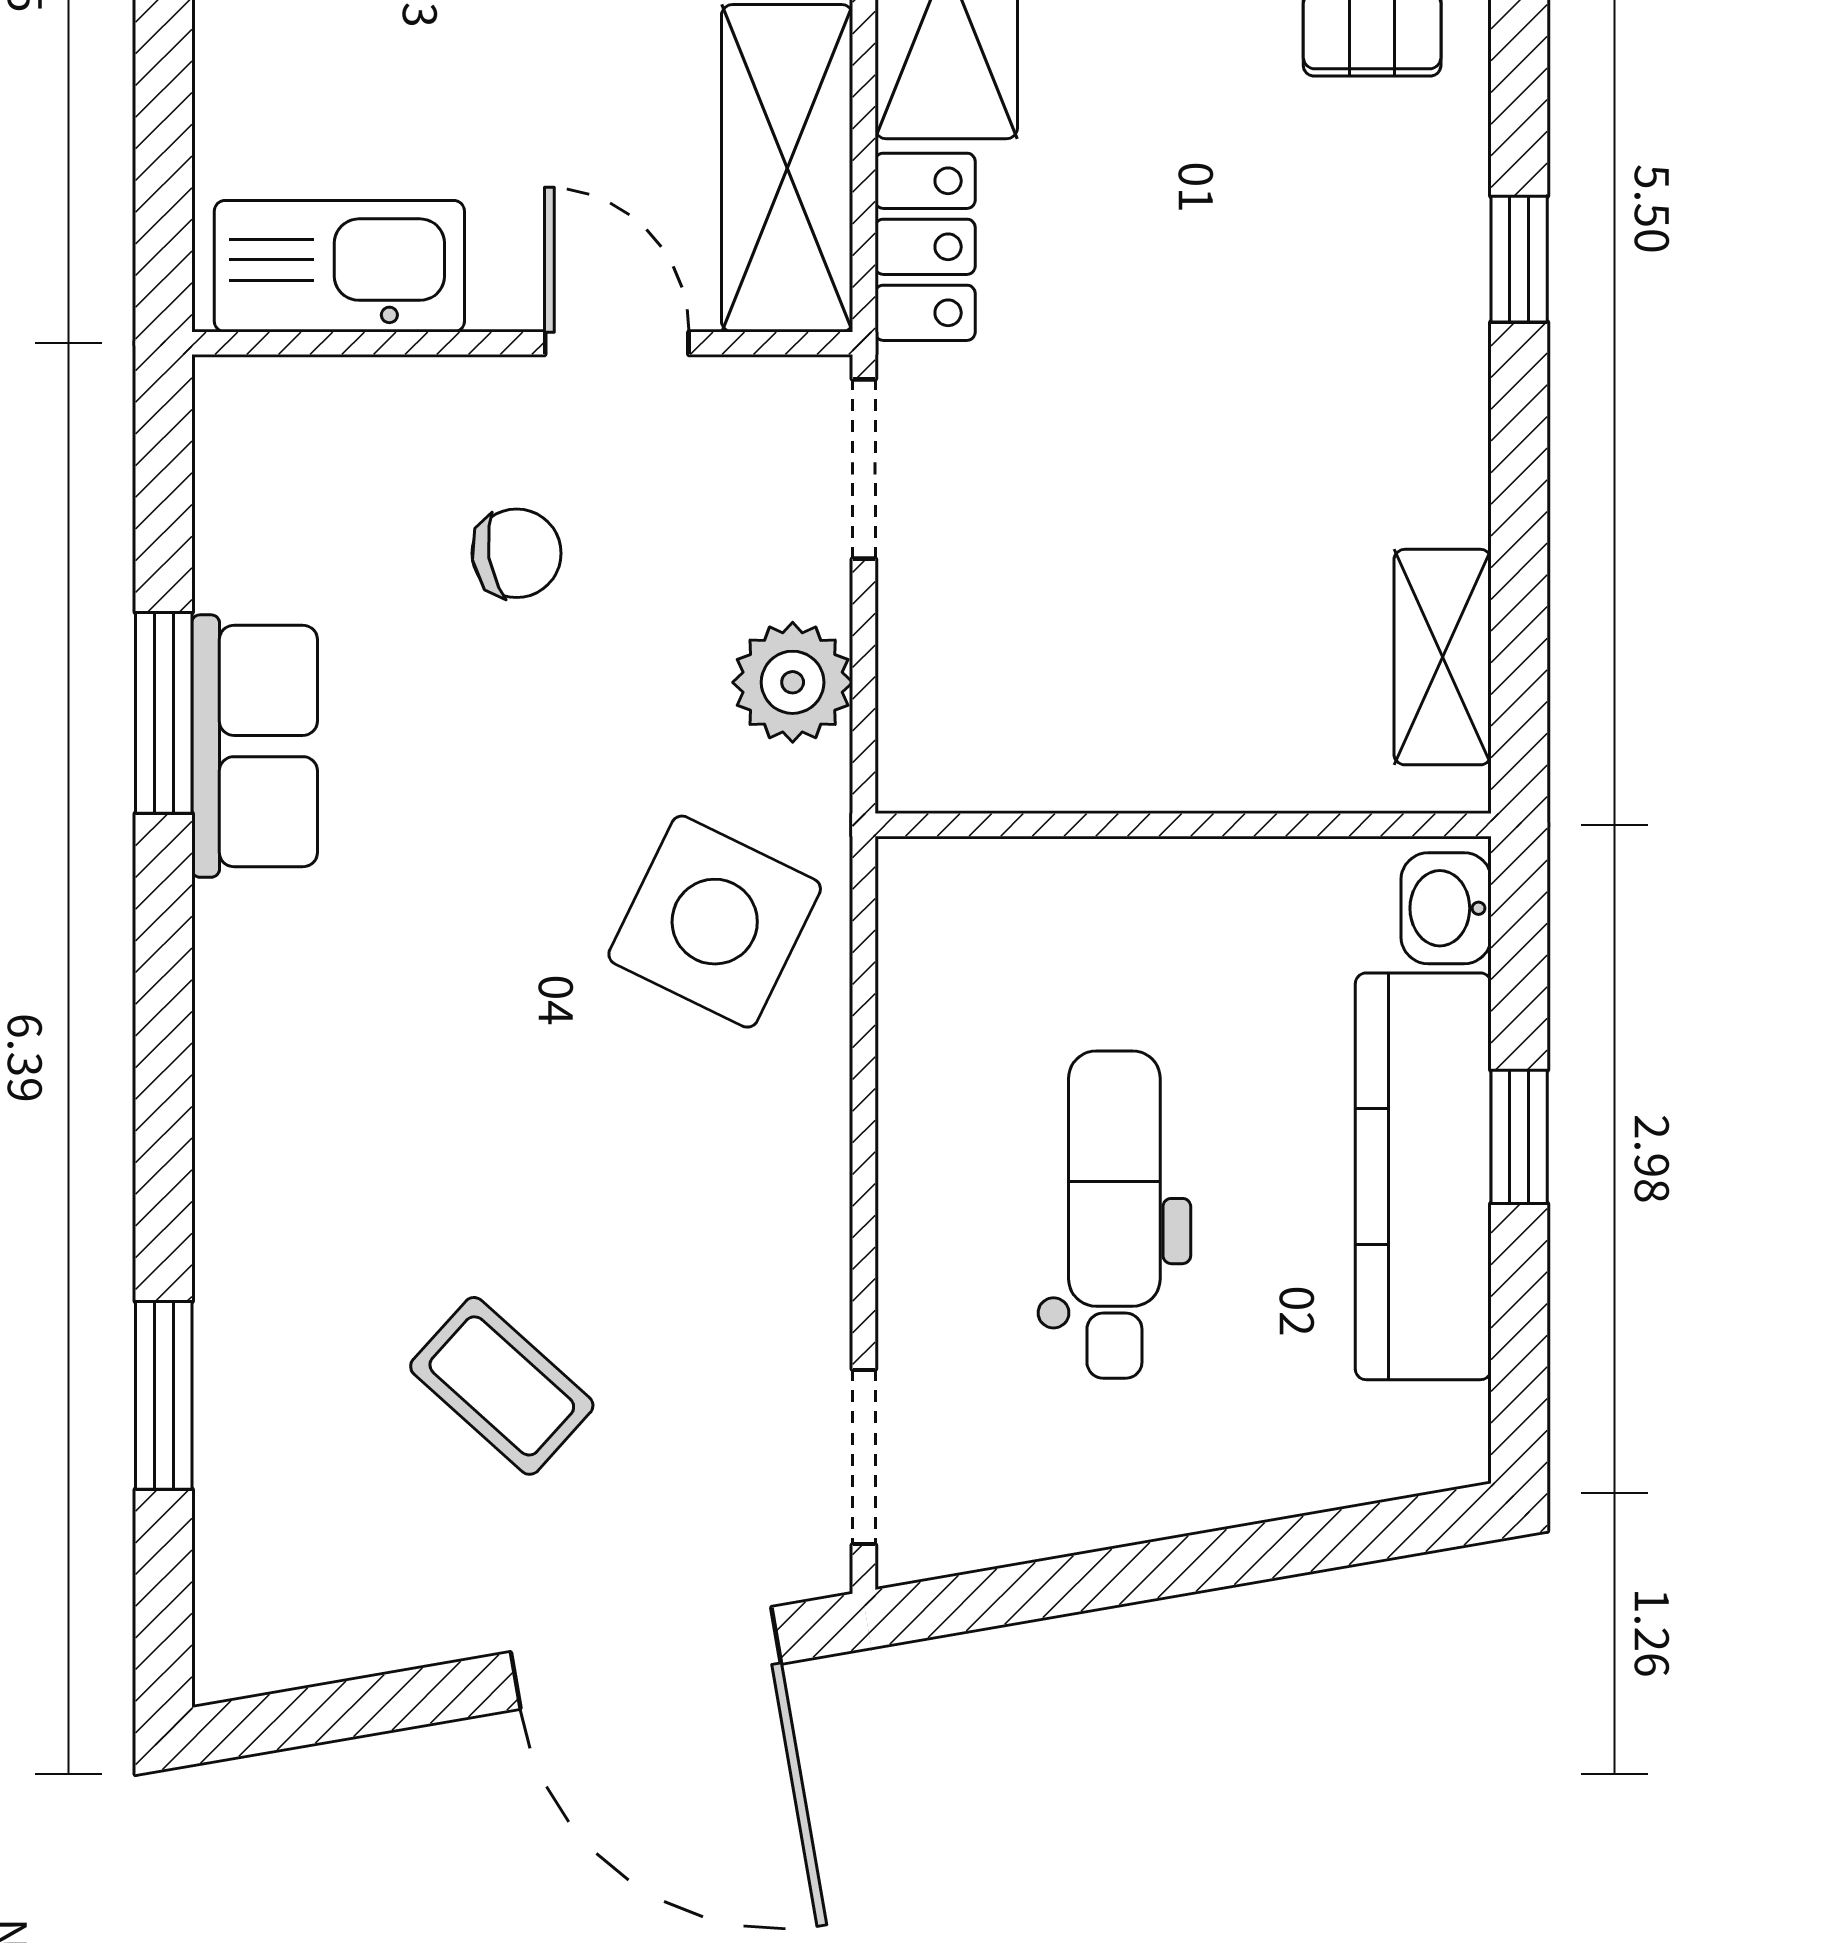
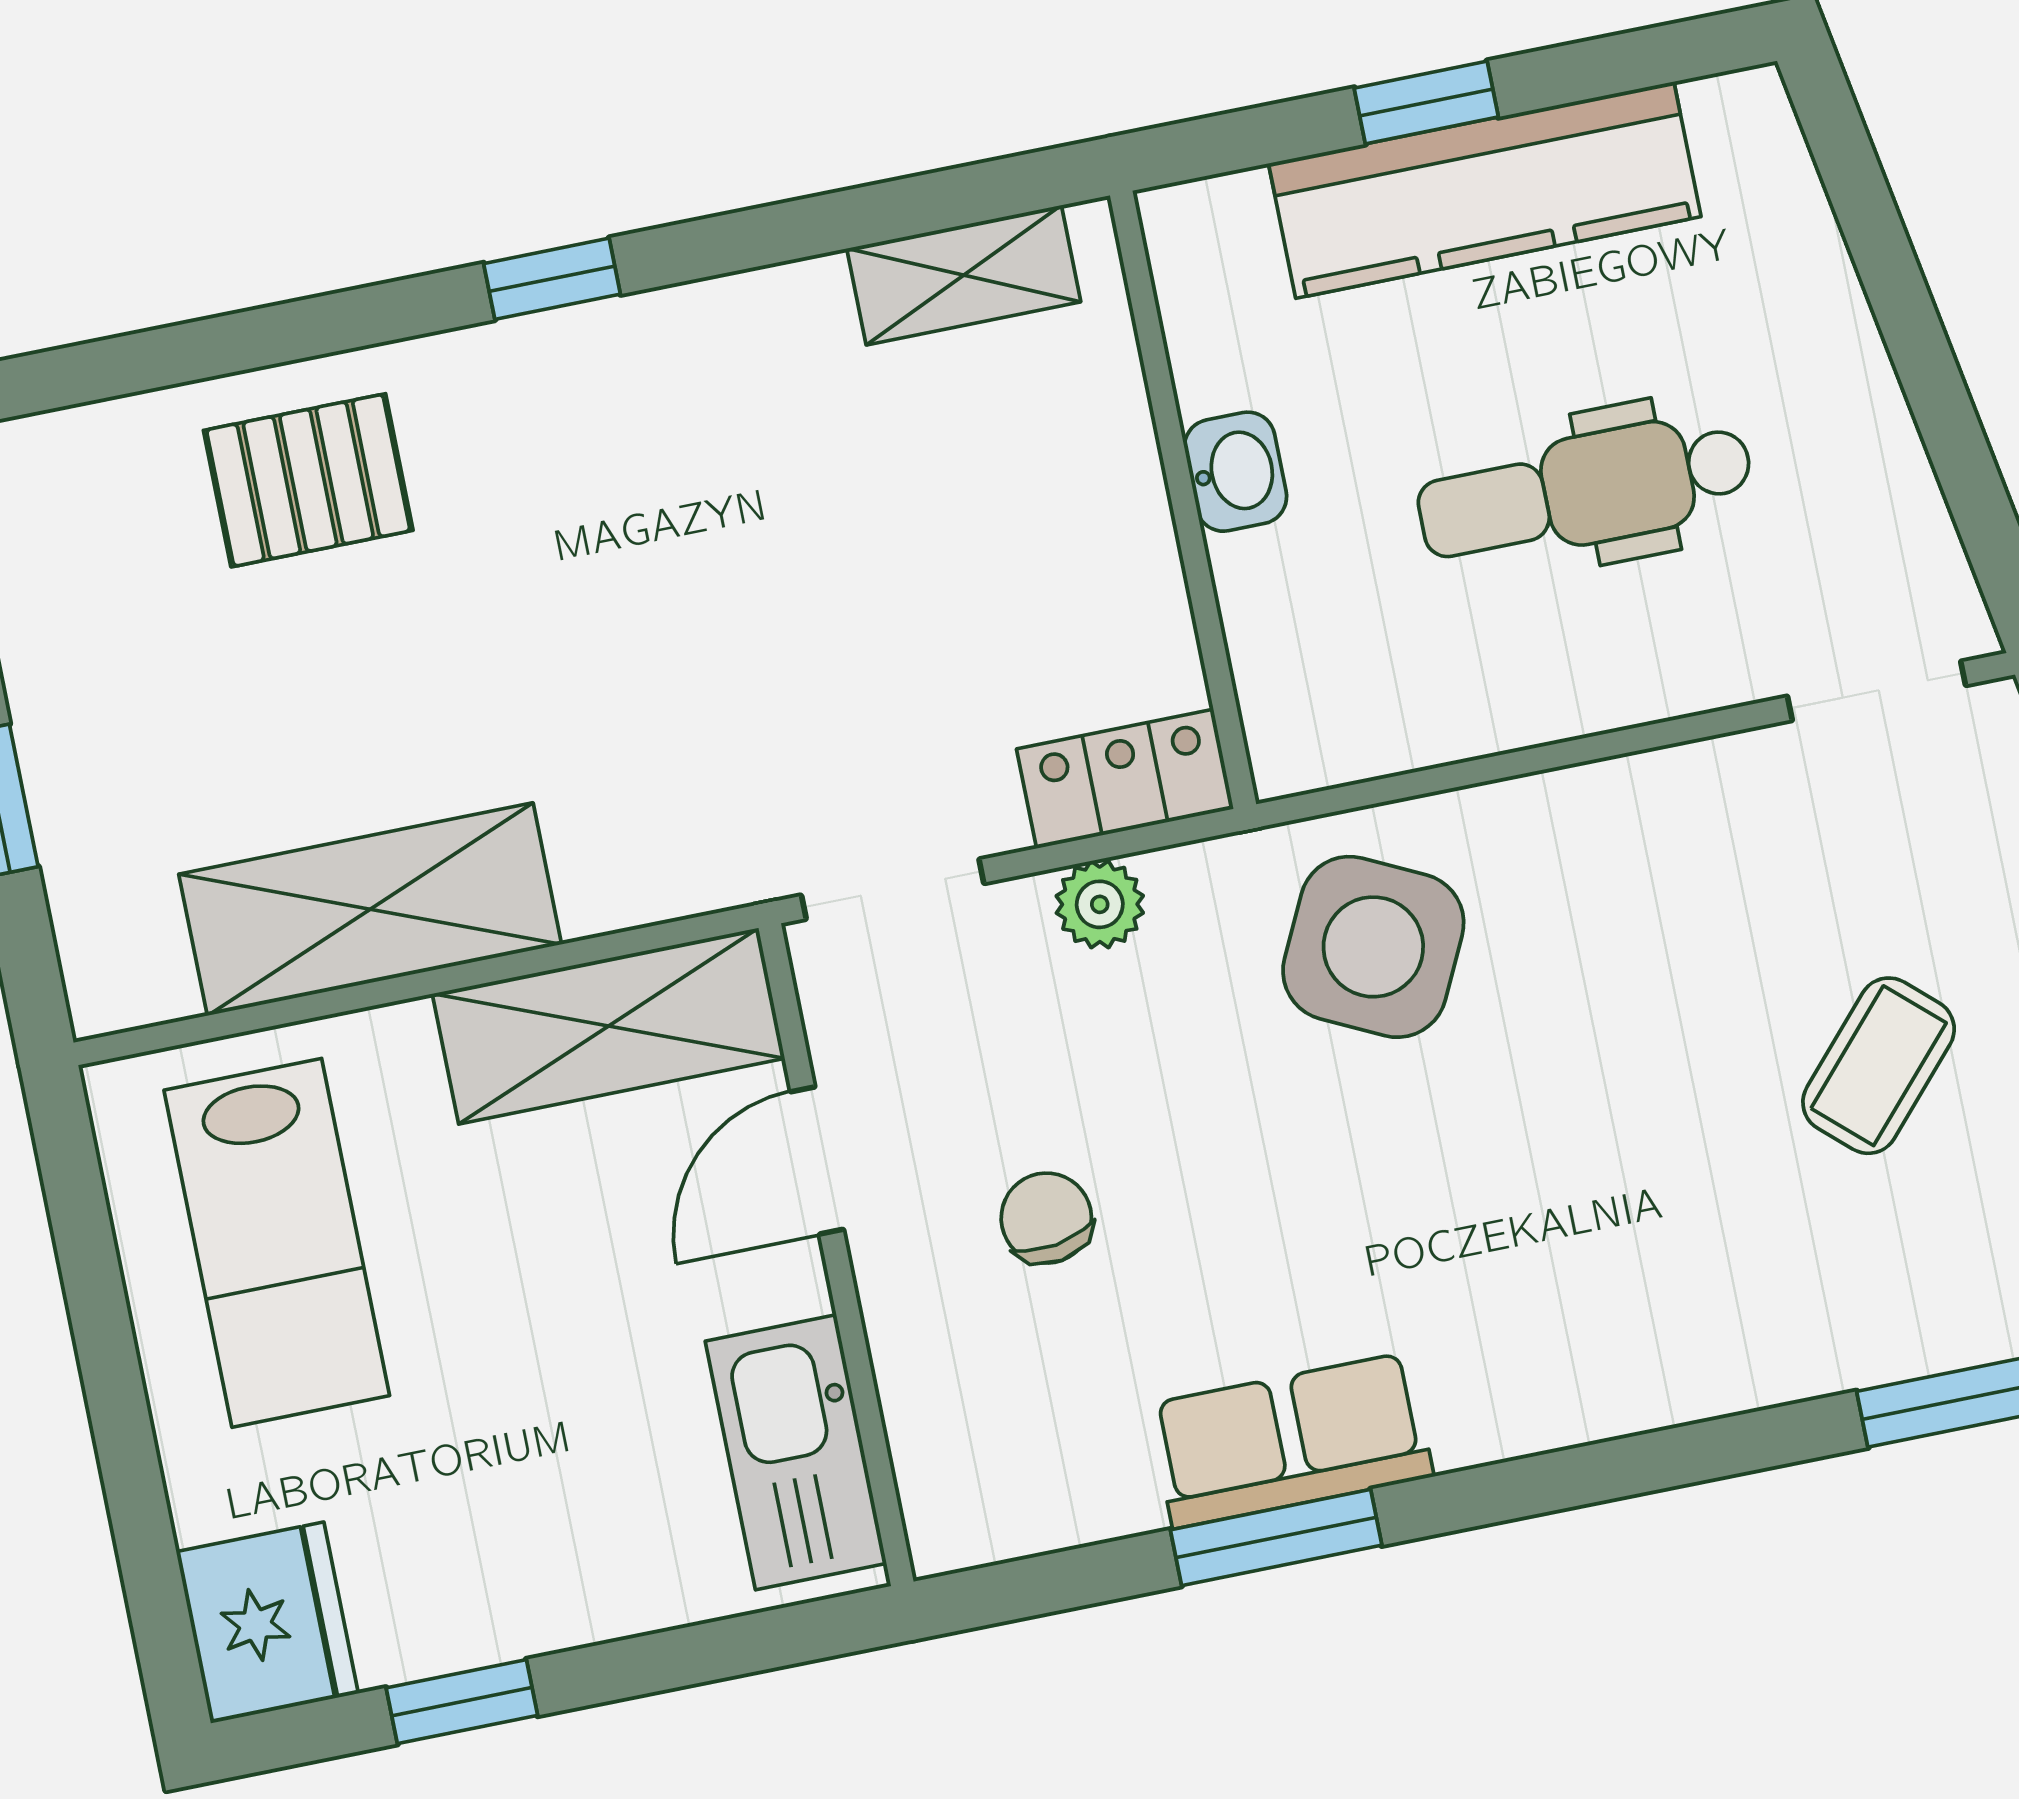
locker: (925, 247) -> (1125, 779), moved
plant: (793, 682) -> (1100, 904), width x0.73, depth x0.73
washbasin: (1446, 908) -> (1236, 472), moved, turned -90

